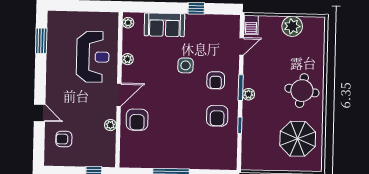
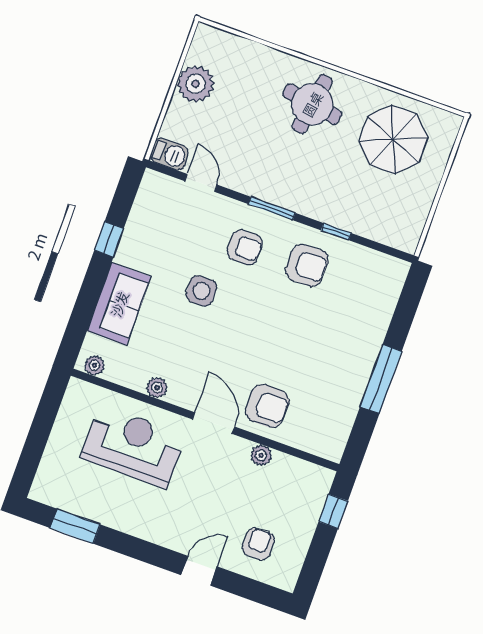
plant: (249, 94) -> (288, 199), removed
armchair: (64, 139) -> (258, 544), turned 180

